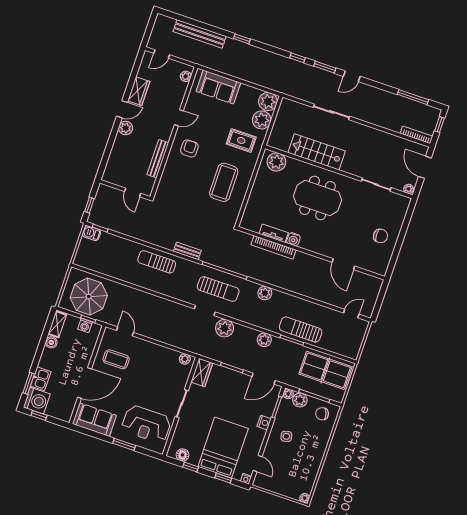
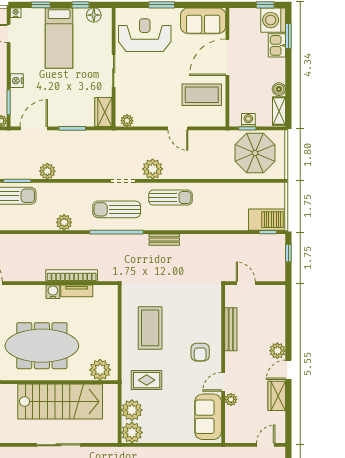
plant: (186, 76) -> (231, 399), moved
sofa: (218, 87) -> (208, 417), moved, turned -90
stairs: (317, 152) -> (60, 402), width x1.36, depth x1.51
meeting table: (318, 198) -> (42, 346), width x1.36
barbecue: (91, 233) -> (267, 220), width x1.88, depth x1.53
sun lounger: (157, 262) -> (170, 198), moved
plant: (225, 328) -> (153, 169), moved
door: (125, 331) -> (178, 128), moved
coffee table: (116, 359) -> (202, 95), width x1.36, depth x1.32
bed: (223, 448) -> (59, 38), width x0.67

